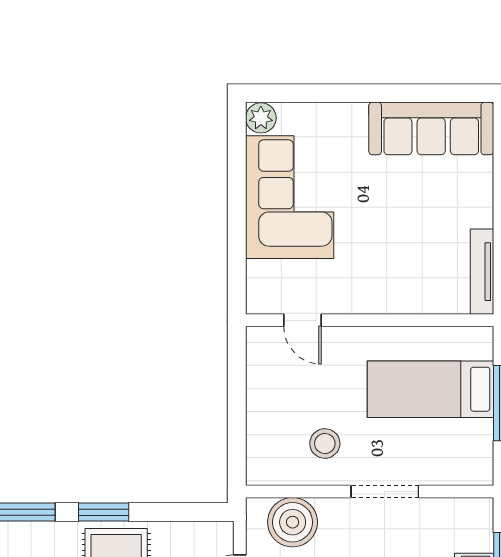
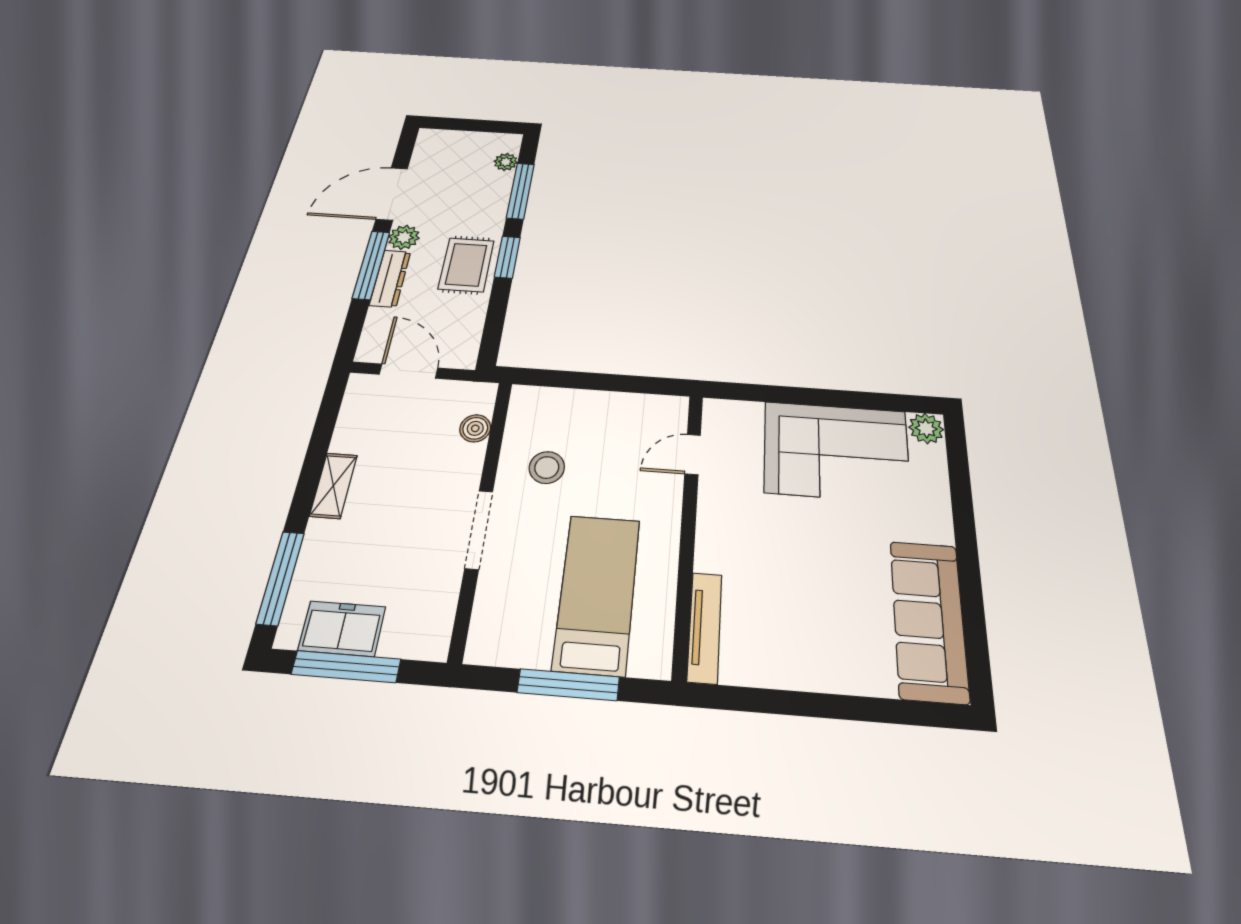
tv unit: (482, 272) -> (705, 627), moved, turned 90
boiler: (293, 522) -> (475, 428), width x0.54, depth x0.54

